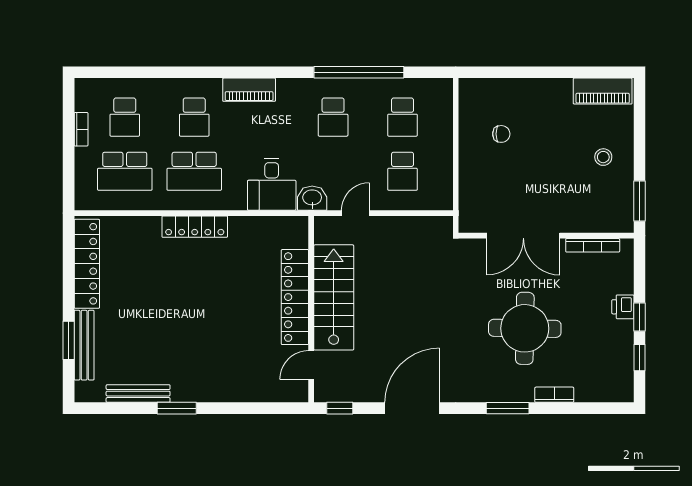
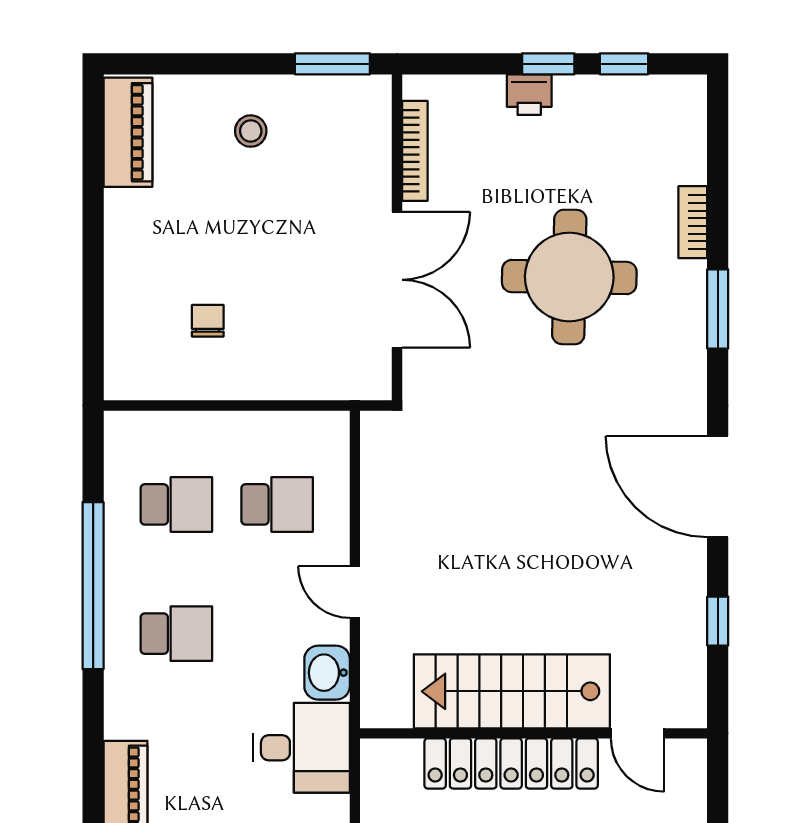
locker: (295, 297) -> (511, 763), moved
stairs: (334, 297) -> (512, 691), moved
wall: (311, 309) -> (534, 733), moved
door: (311, 365) -> (638, 733), moved

